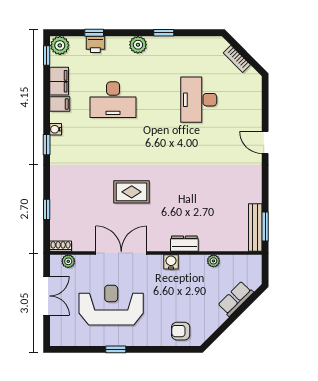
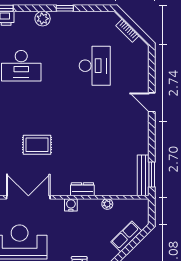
desk: (199, 100) -> (95, 66), turned 180

